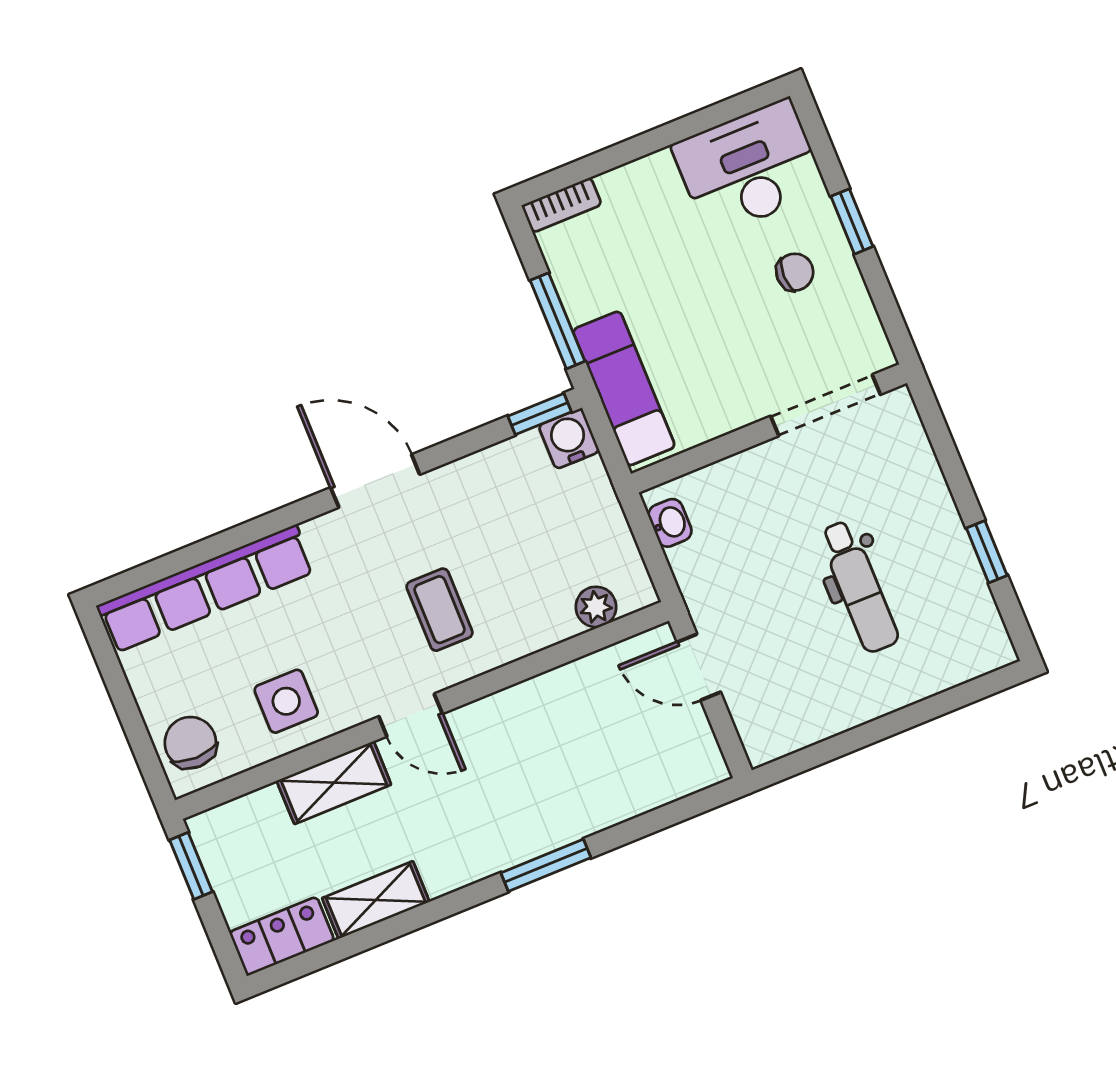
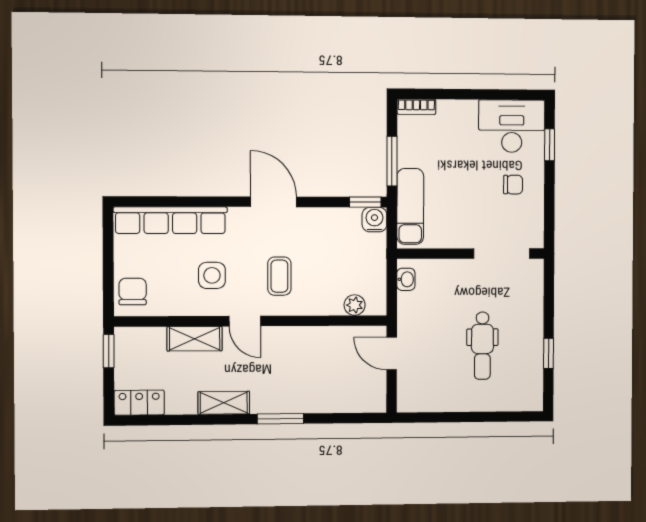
window: (852, 221) -> (550, 145), moved
side table: (286, 701) -> (212, 275), moved
shelving: (376, 900) -> (224, 403), moved

